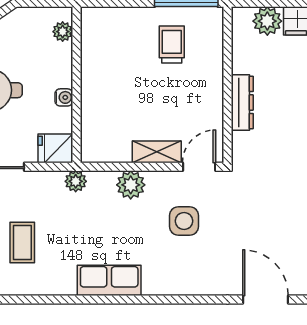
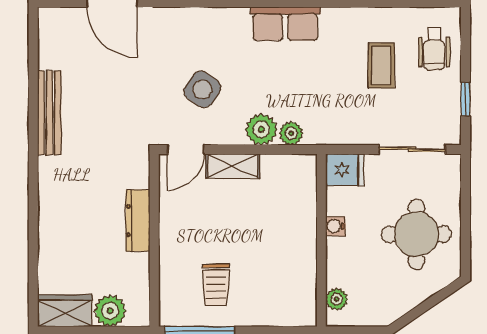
plant: (76, 181) -> (291, 133), moved
side table: (184, 221) -> (202, 89), turned 34

